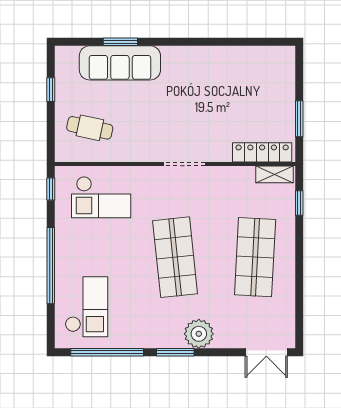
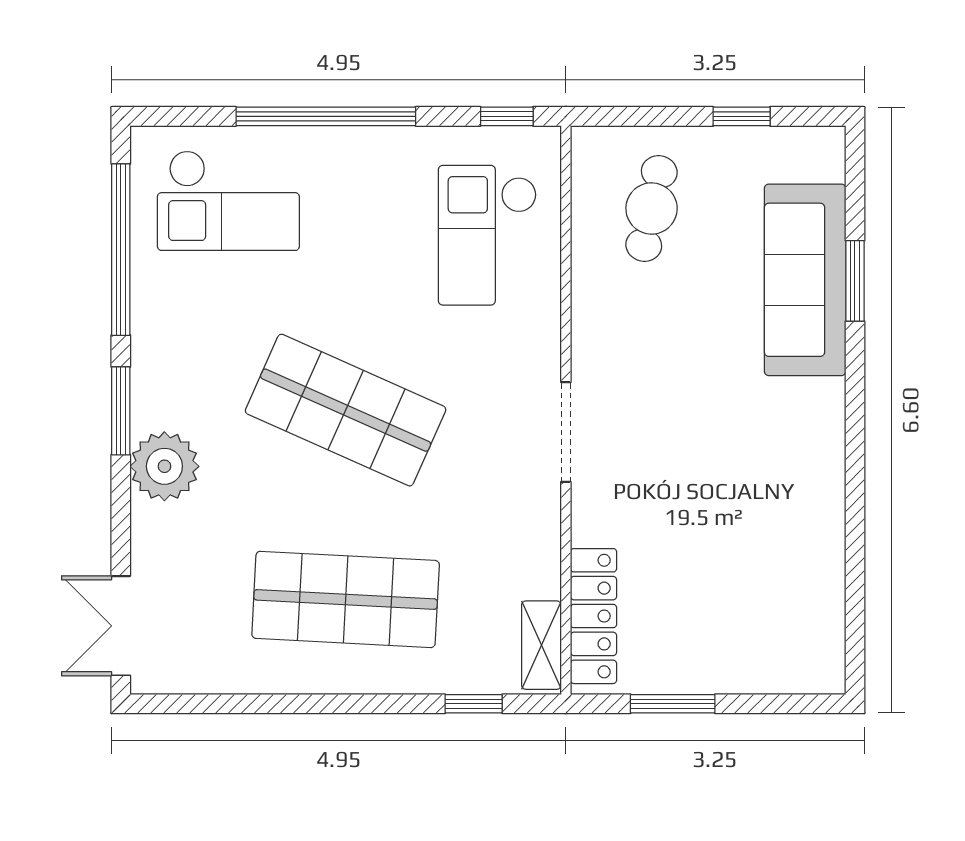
shop shelf: (175, 257) -> (346, 410), turned 30

